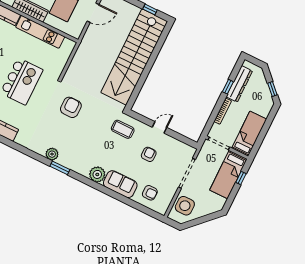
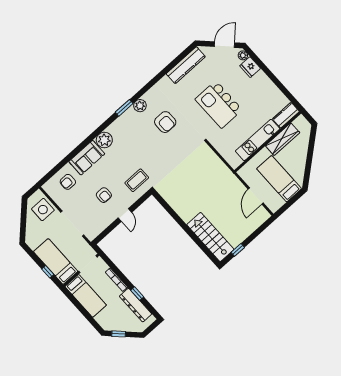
stairs: (134, 57) -> (210, 237), width x0.54, depth x0.66
armchair: (71, 107) -> (165, 122), moved

